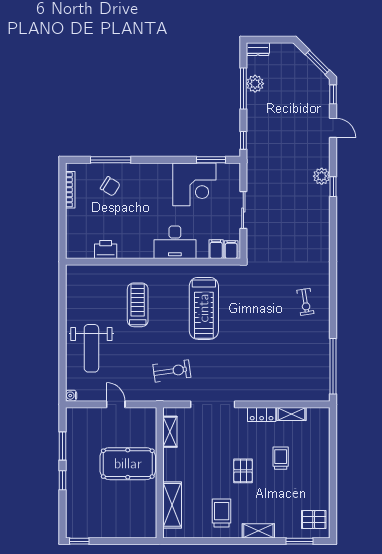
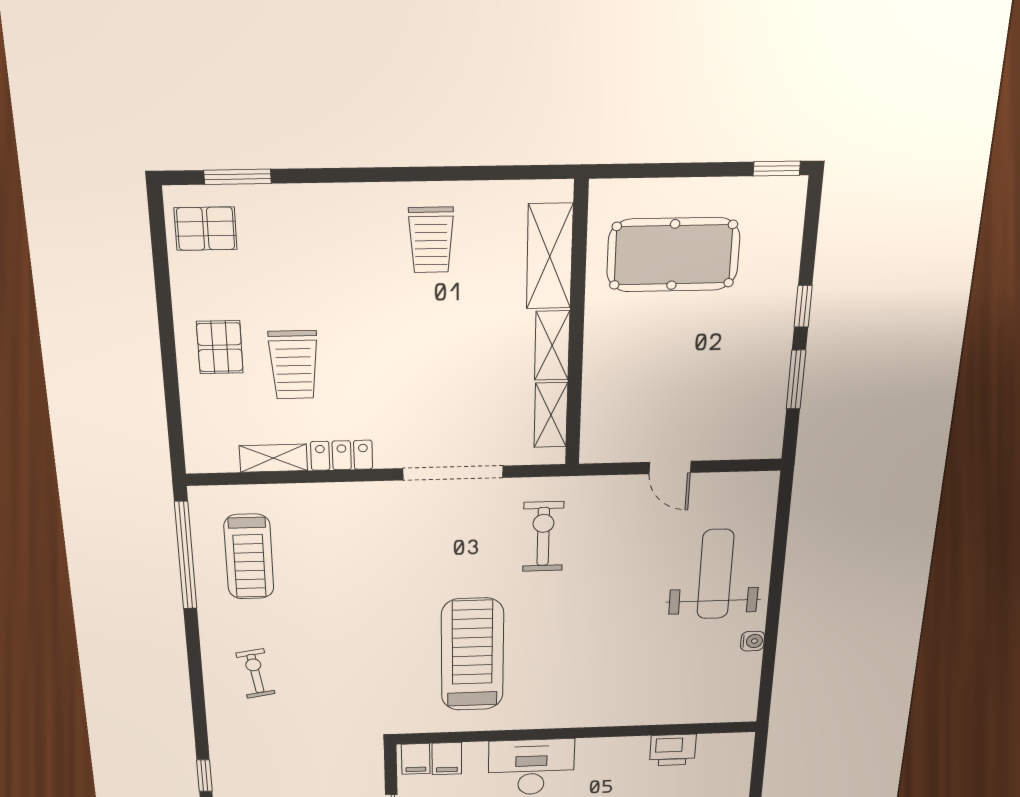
window: (333, 244) -> (204, 776), added
treadmill: (138, 305) -> (249, 557), moved
exercise bike: (172, 371) -> (543, 537), turned 98
water cooler: (71, 396) -> (753, 641), moved
trolley: (281, 458) -> (294, 365), width x1.36, depth x1.39
pool table: (128, 464) -> (673, 255), moved
pallet: (243, 471) -> (220, 347), moved
shelving: (258, 531) -> (552, 346), moved, turned 90

